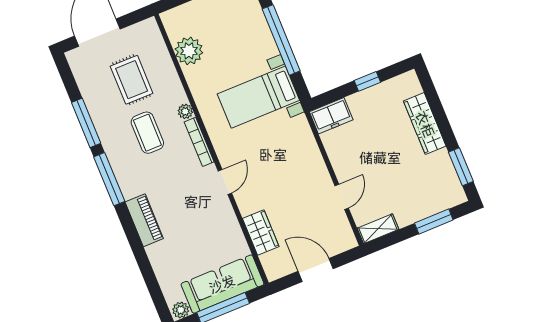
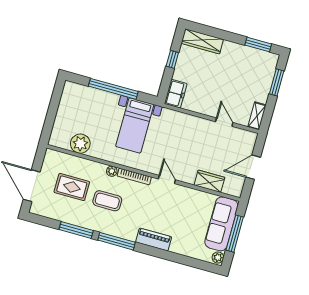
wardrobe: (425, 124) -> (202, 41), moved

